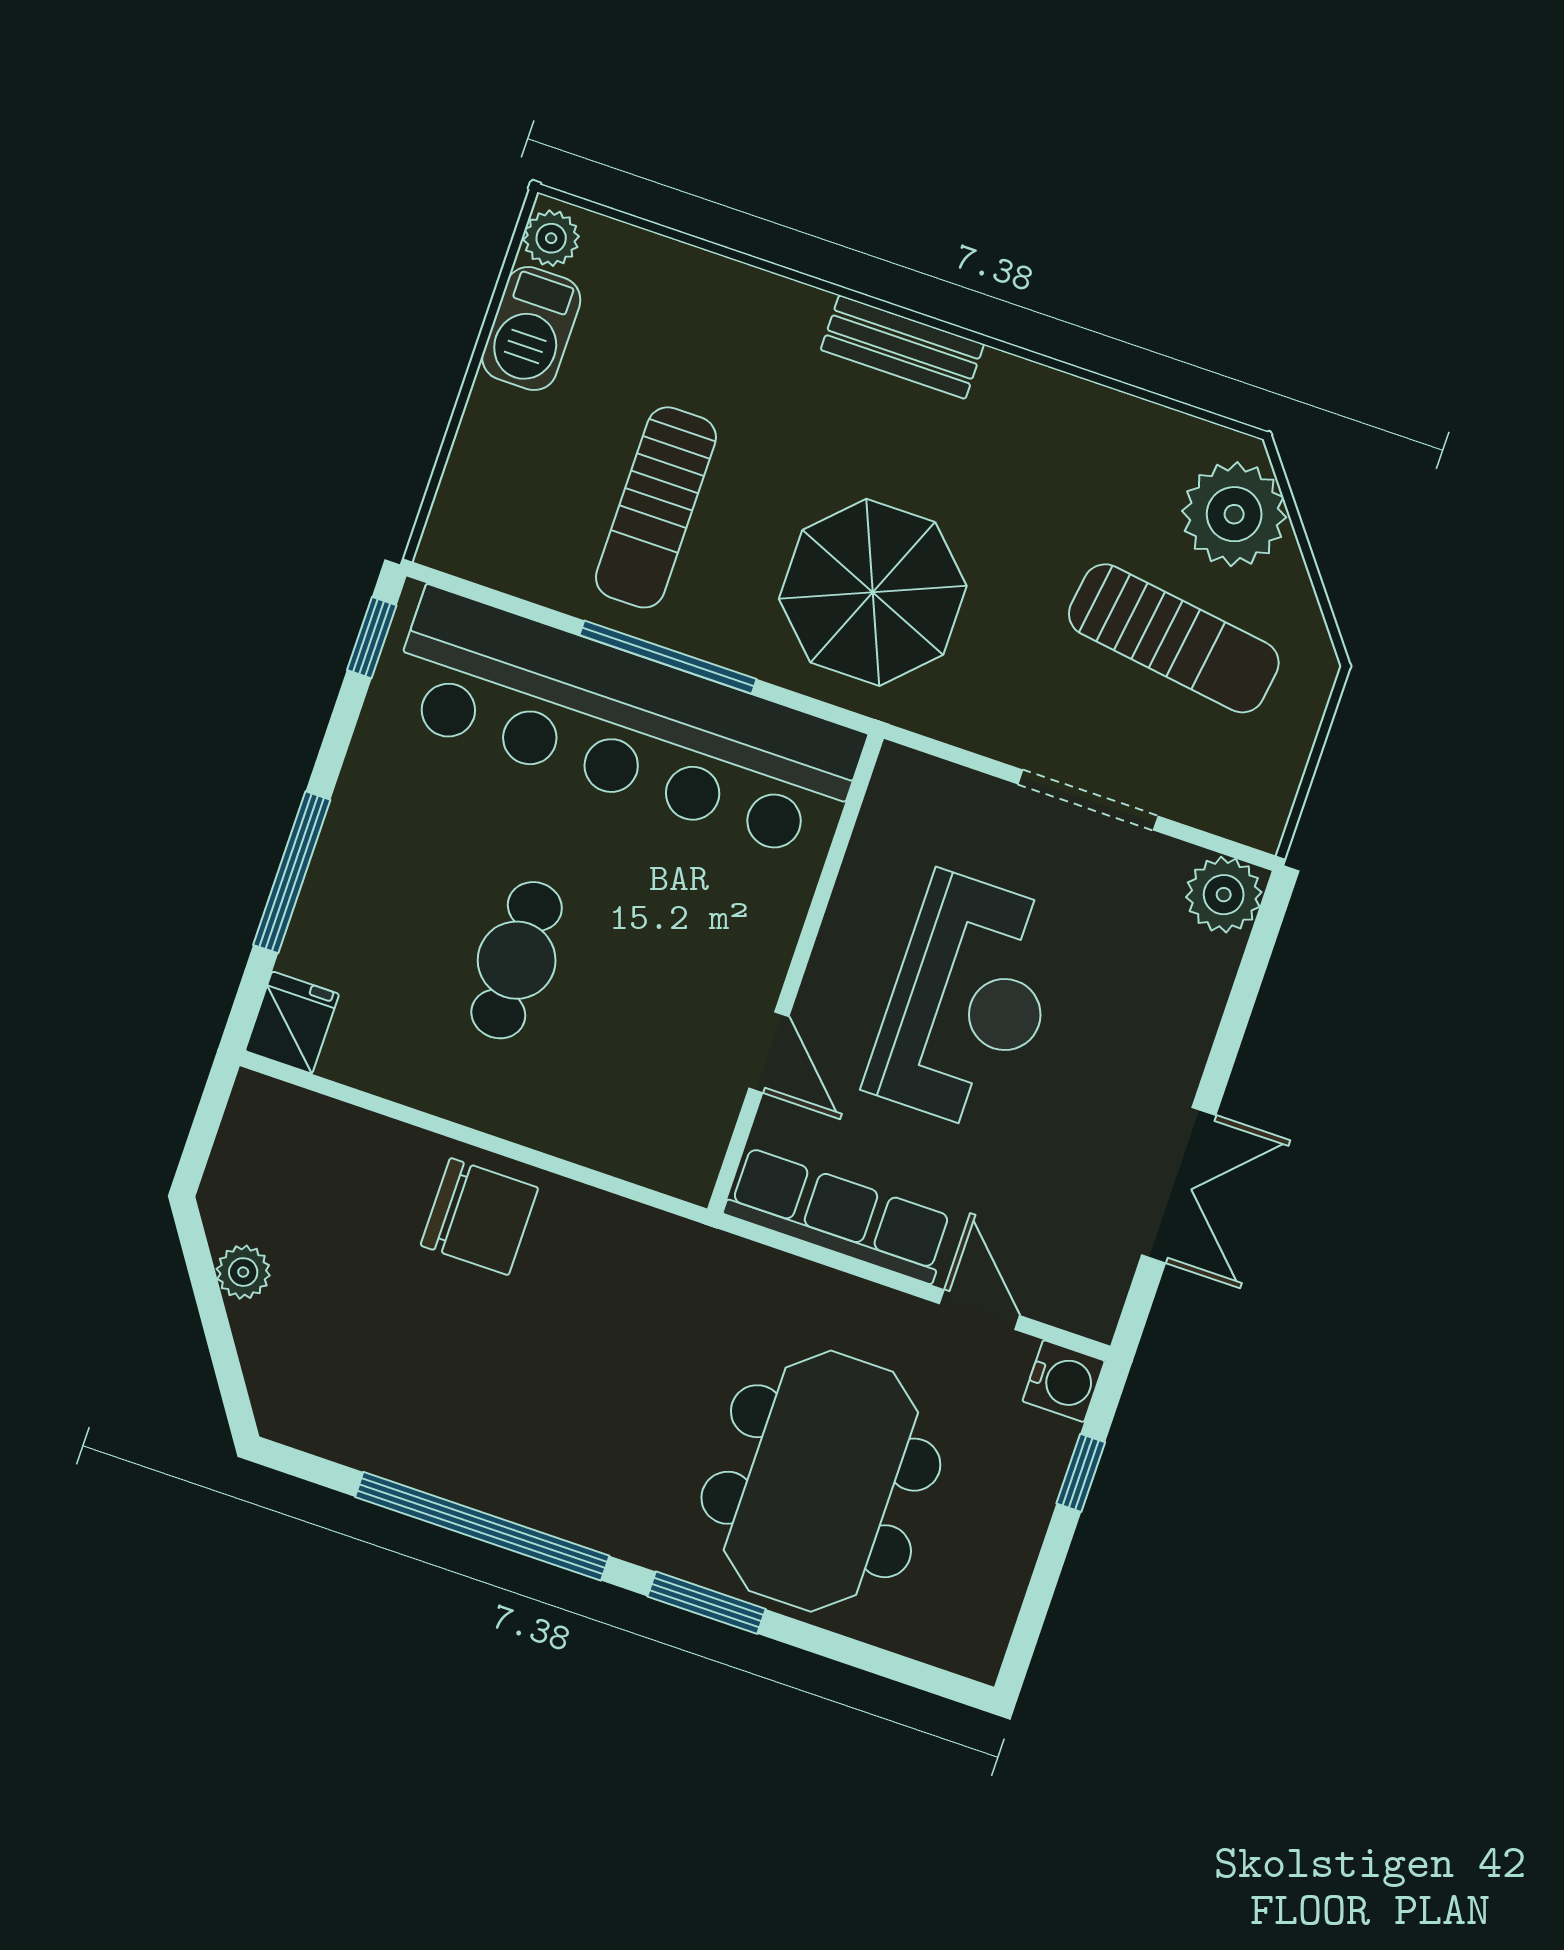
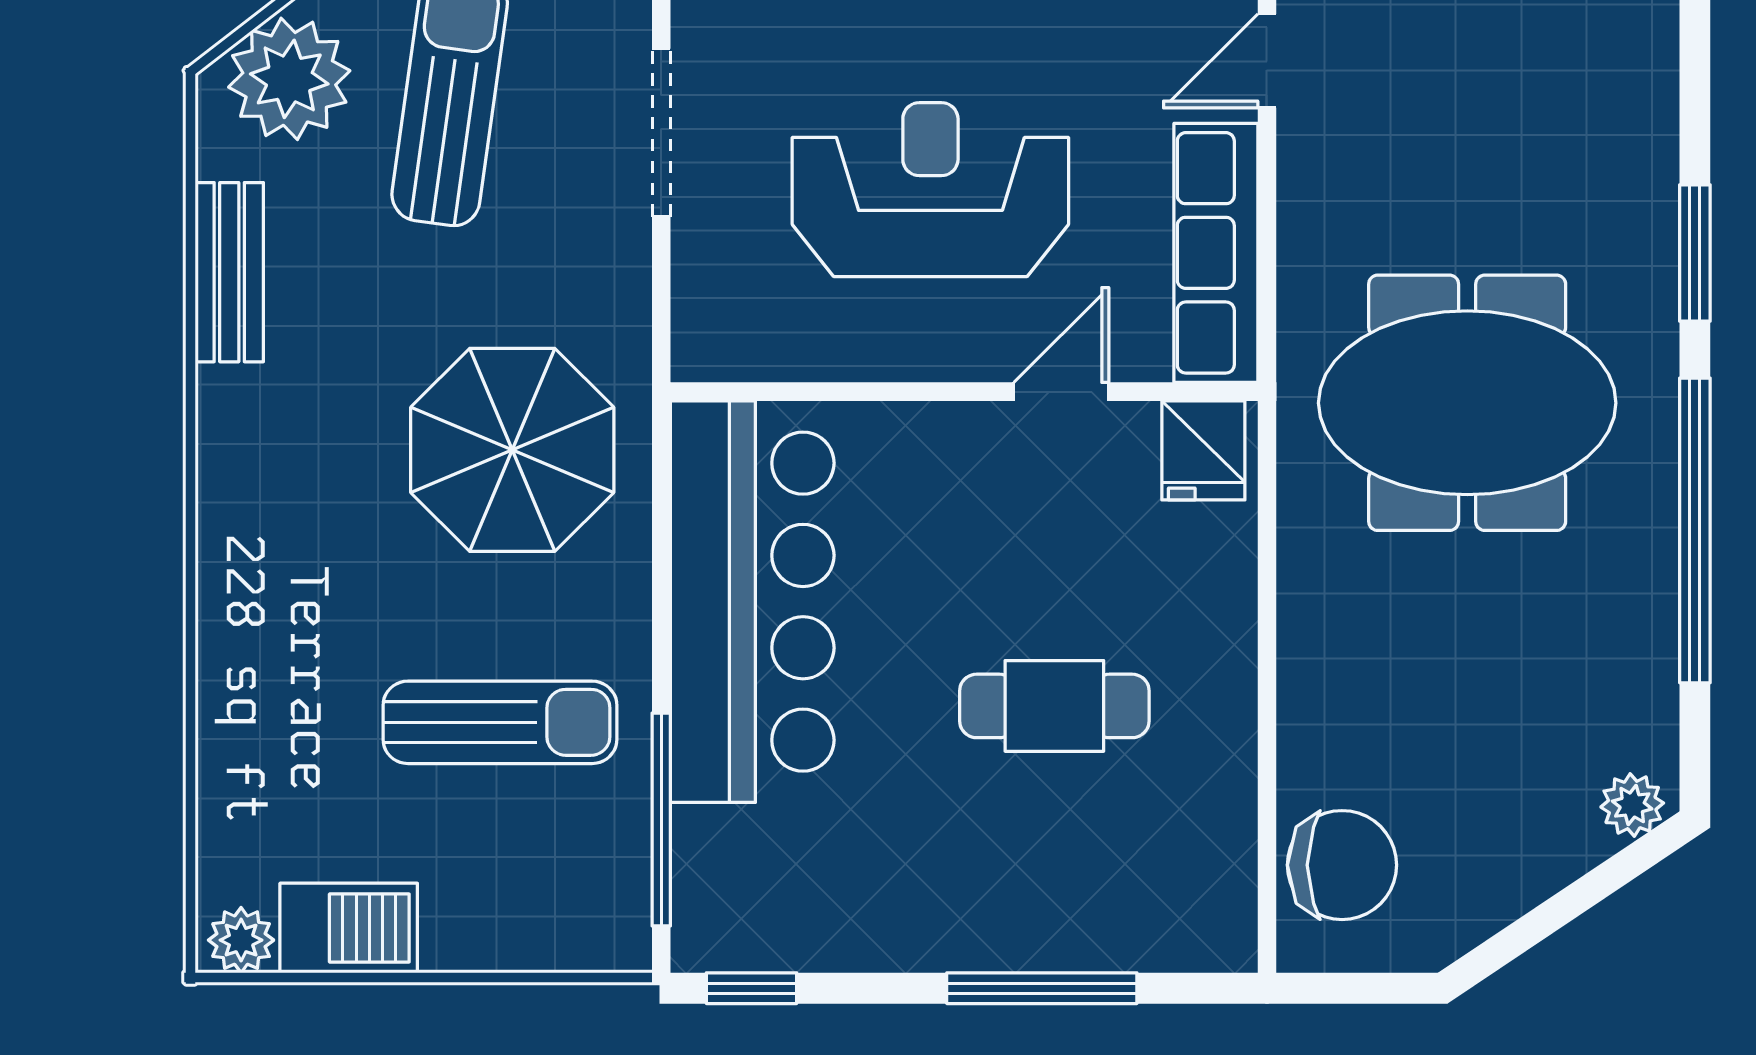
bench: (902, 347) -> (229, 272), moved
window: (668, 657) -> (661, 820), moved
bar counter: (625, 725) -> (752, 602), width x0.73
fridge: (292, 1023) -> (1203, 450), moved, turned -90
chair: (479, 1217) -> (1342, 865), moved, turned 90
plant: (243, 1272) -> (1632, 805), moved
meeting table: (821, 1481) -> (1467, 403), moved

